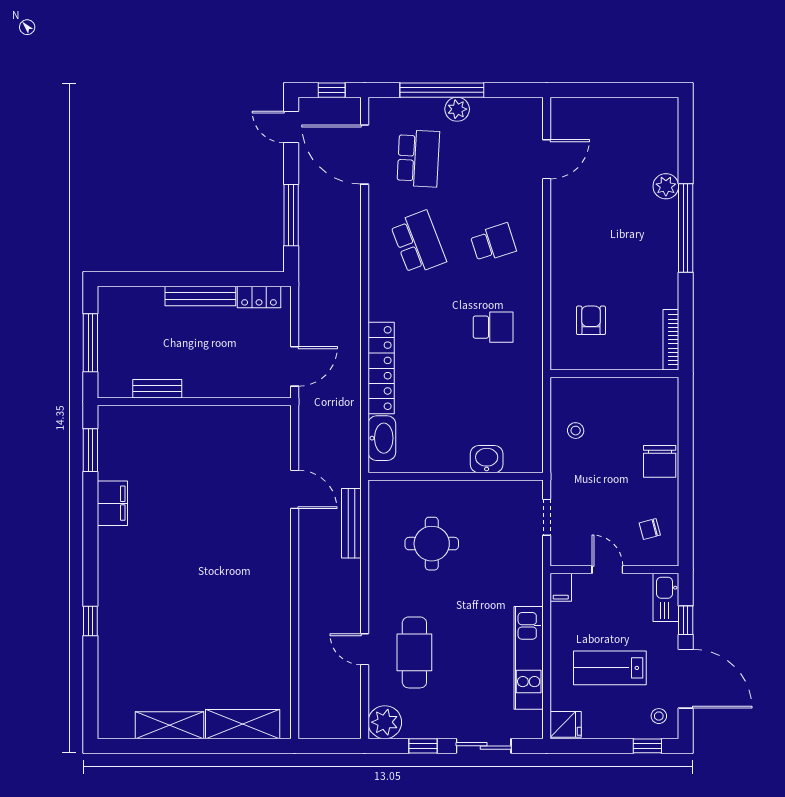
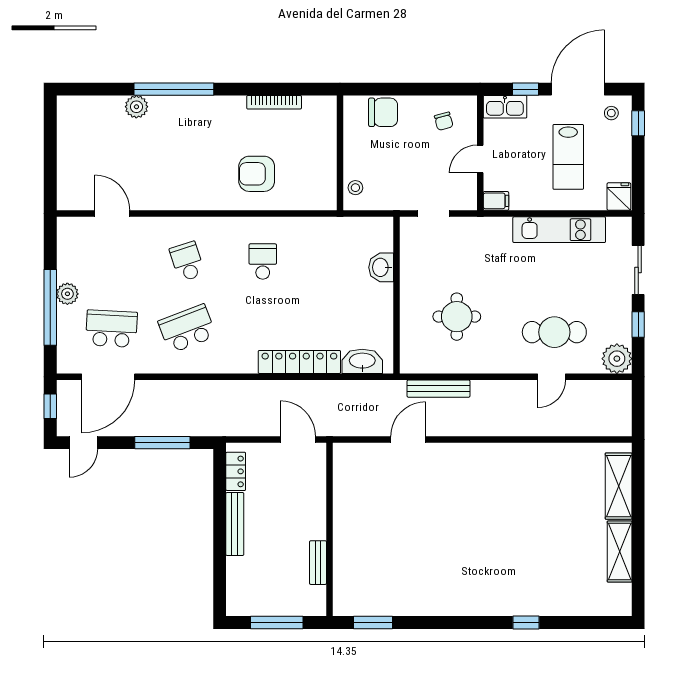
armchair: (591, 320) -> (257, 174), width x1.38, depth x1.38
wall: (614, 374) -> (340, 153), moved
filing cabinet: (112, 503) -> (421, 603), removed

